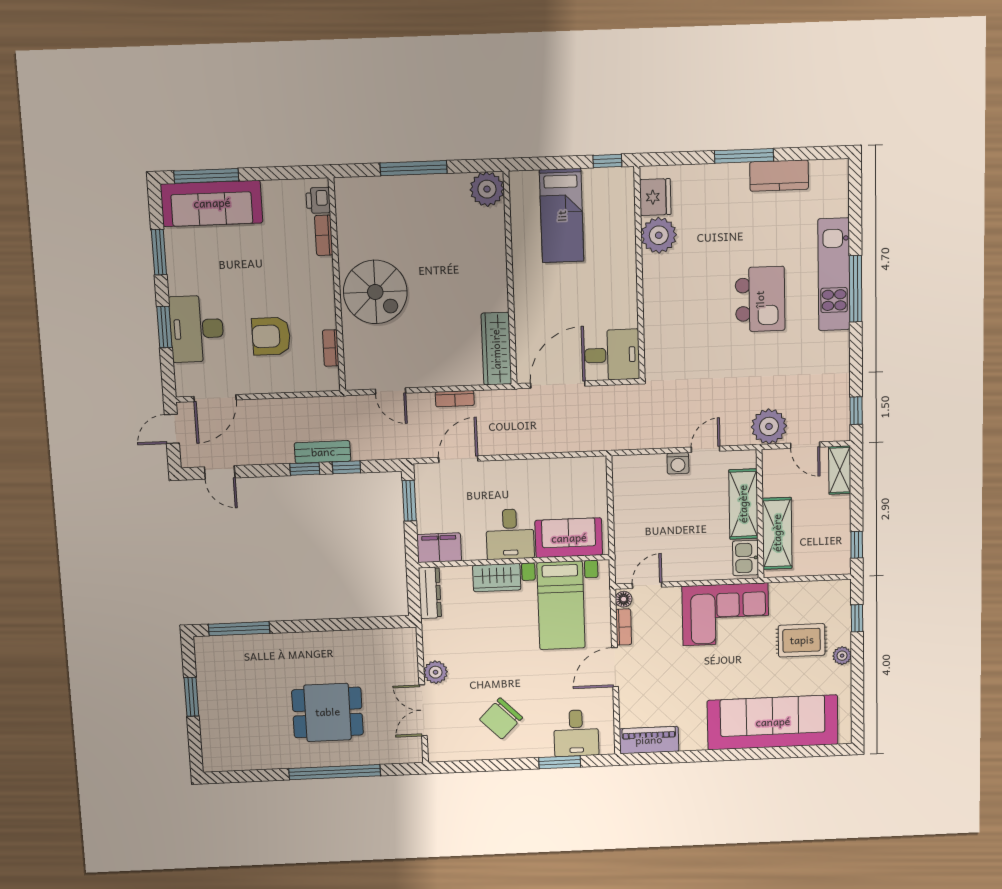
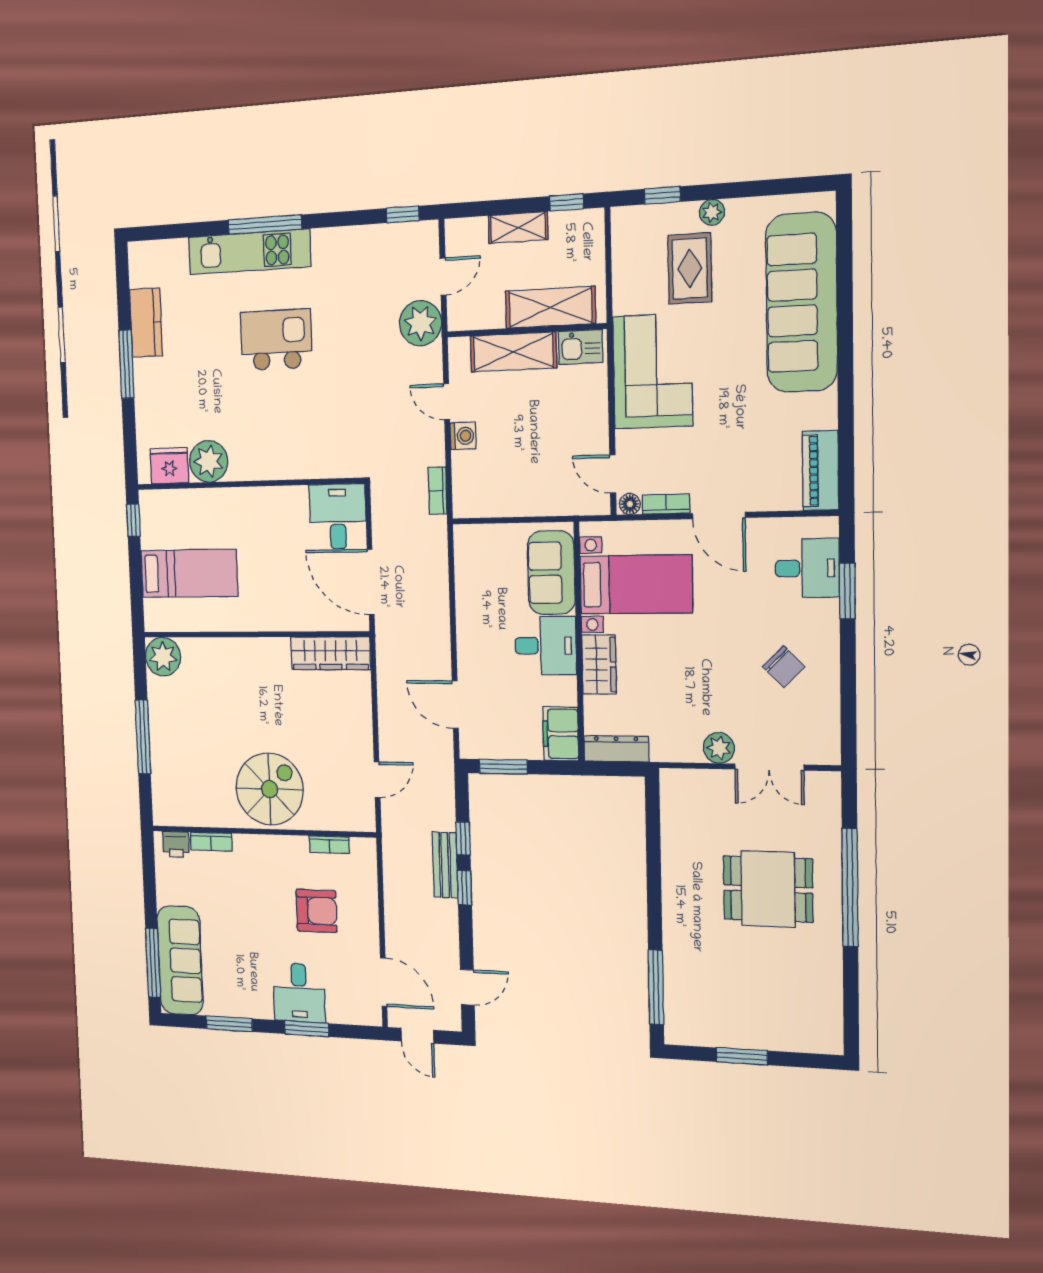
desk: (197, 329) -> (299, 993), width x0.73
armchair: (271, 336) -> (317, 911), turned -90
bookcase: (455, 399) -> (438, 491), moved, turned 180
shelving: (840, 470) -> (518, 228), moved
dining table: (328, 712) -> (768, 889), turned 90
chair: (501, 718) -> (784, 667), width x0.73, depth x0.73

